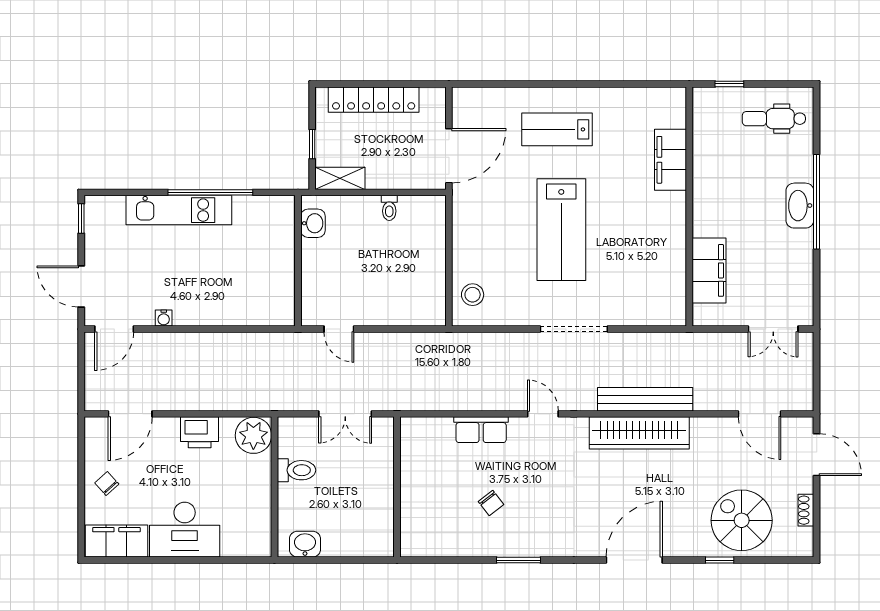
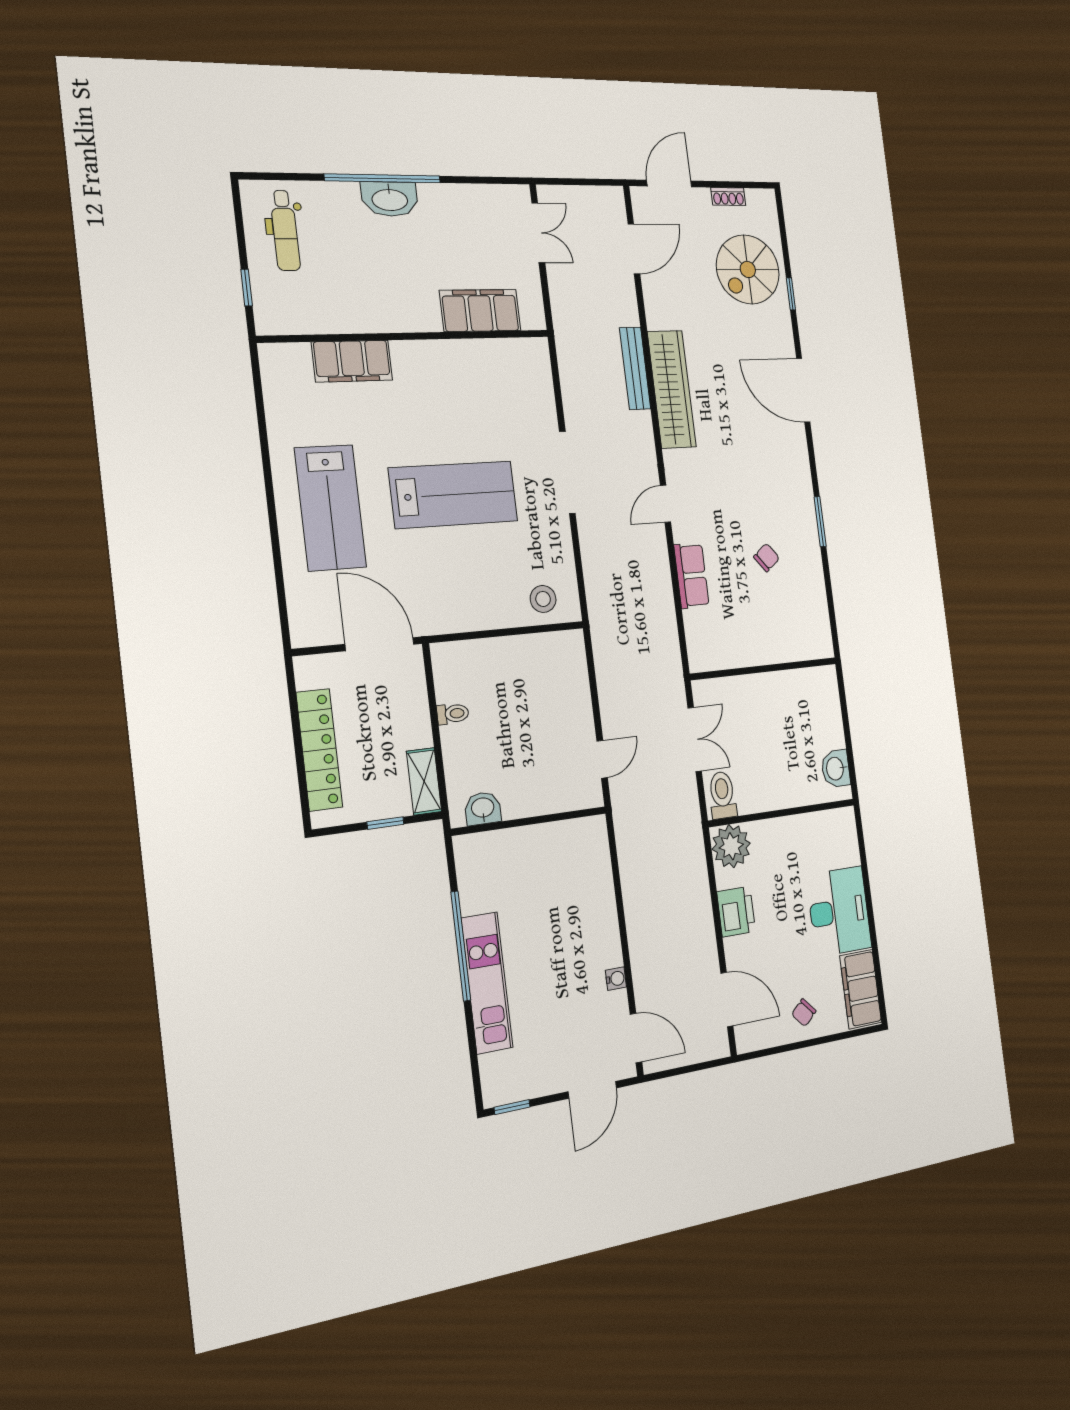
lab bench: (557, 129) -> (330, 508), width x1.36, depth x1.39
bench: (645, 399) -> (635, 368), width x0.73, depth x0.82
toilet: (296, 470) -> (722, 795), moved

